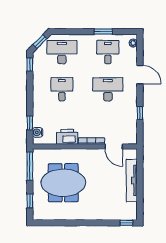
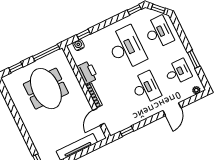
desk: (62, 89) -> (126, 48), width x1.87, depth x1.30
window: (140, 113) -> (127, 131), moved

